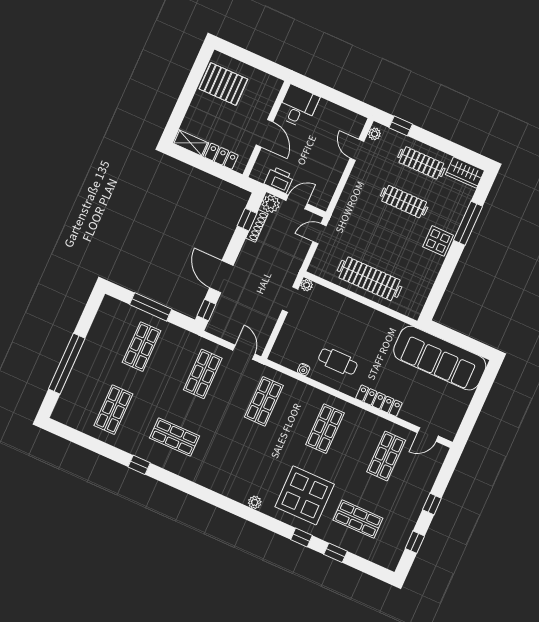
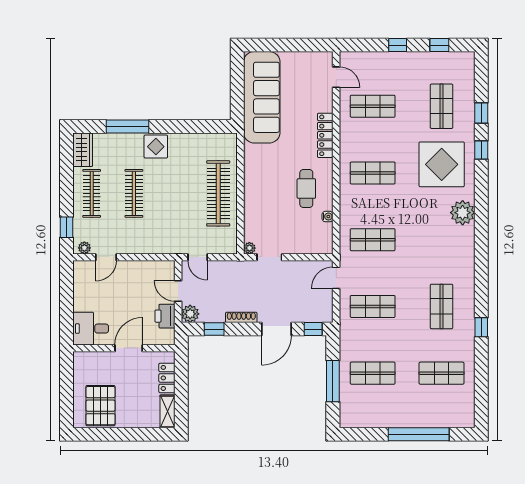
shoe rack: (257, 226) -> (241, 317), moved
plant: (255, 502) -> (463, 213), width x1.87, depth x1.87

